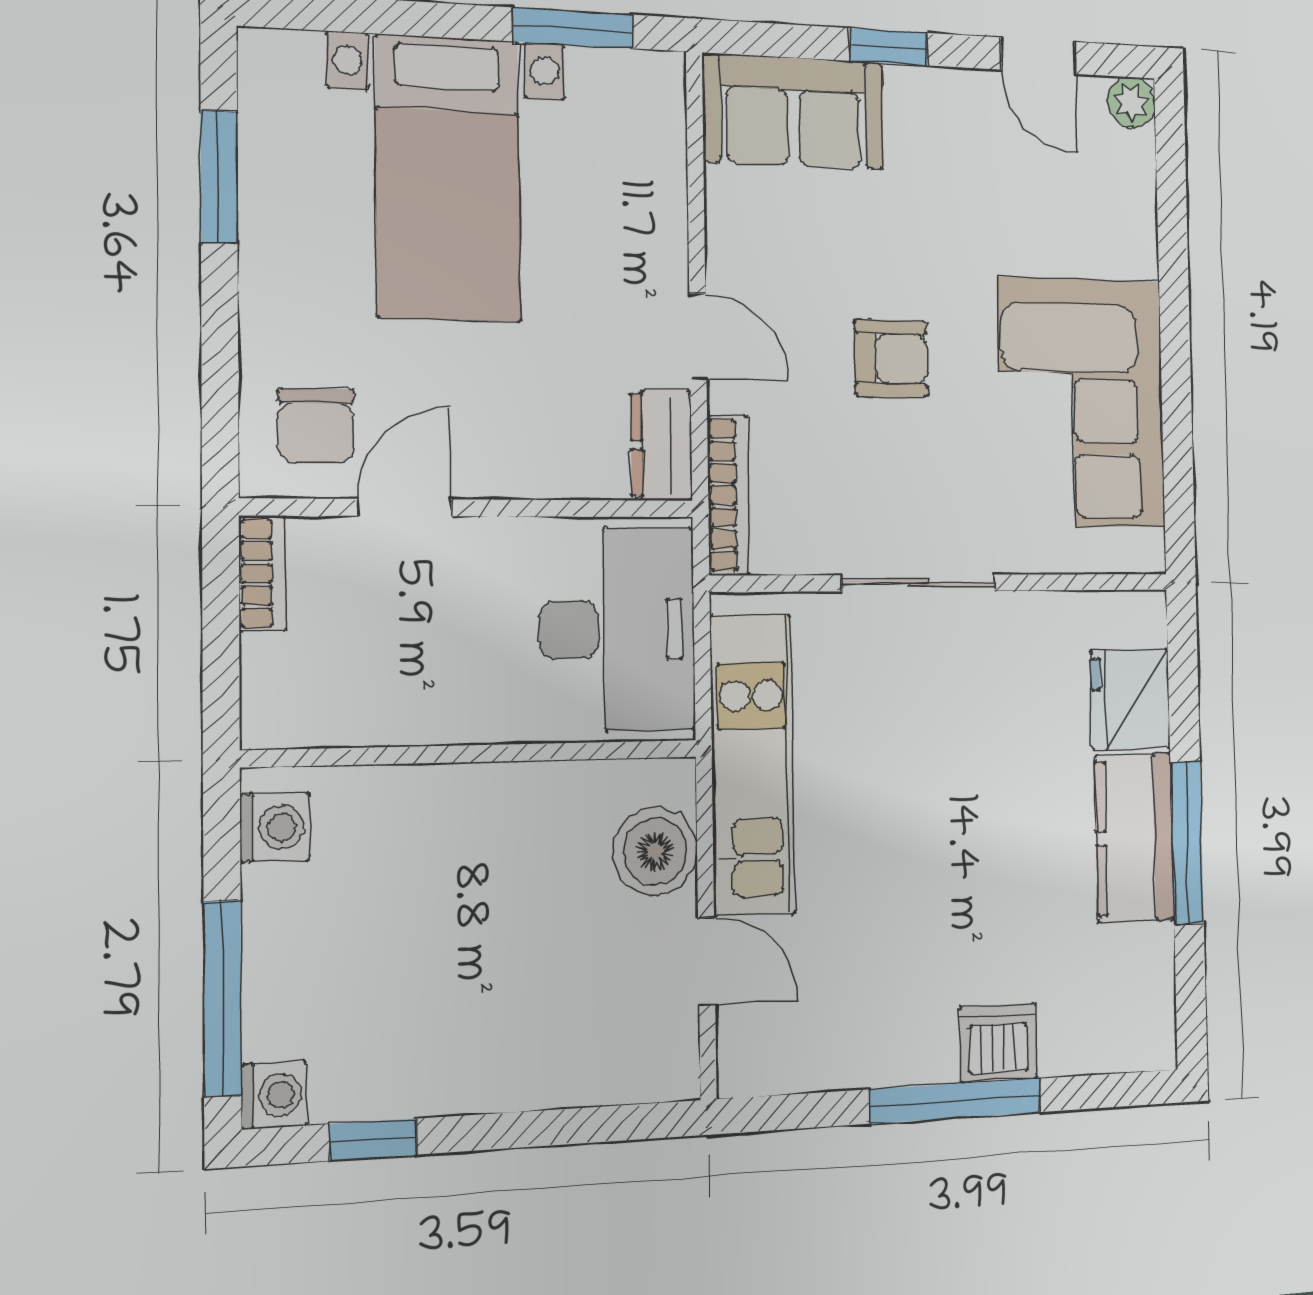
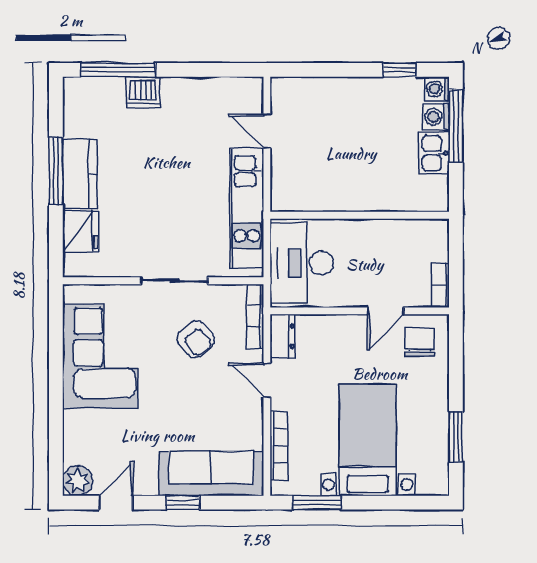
door: (1038, 56) -> (116, 503), hinge flipped
plant: (1132, 102) -> (78, 481), width x1.38, depth x1.38
sofa: (793, 112) -> (211, 473), width x1.36
bookcase: (667, 173) -> (279, 446), added
armchair: (891, 358) -> (196, 339), moved, turned -127
washing machine: (275, 827) -> (436, 117), moved
boiler: (655, 851) -> (287, 175), removed
kitchen sink: (281, 923) -> (434, 153), added
window: (955, 1101) -> (118, 70), moved

